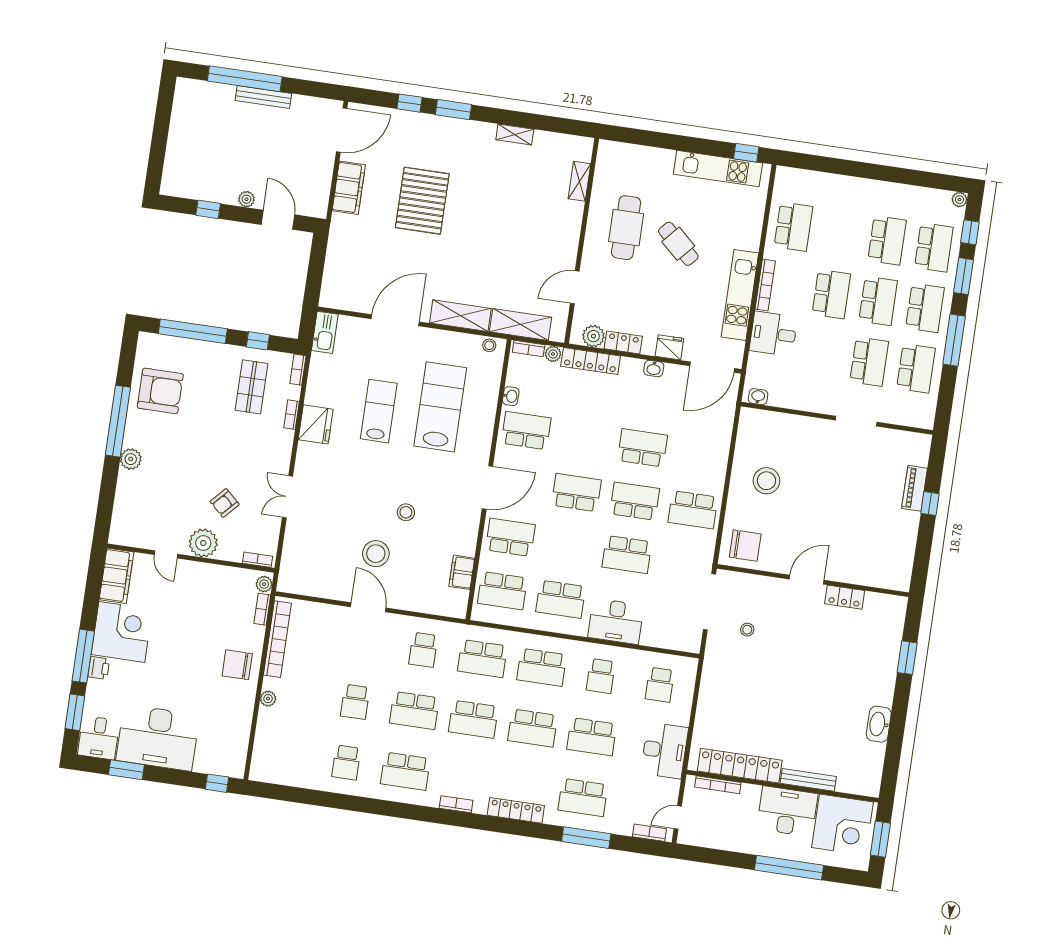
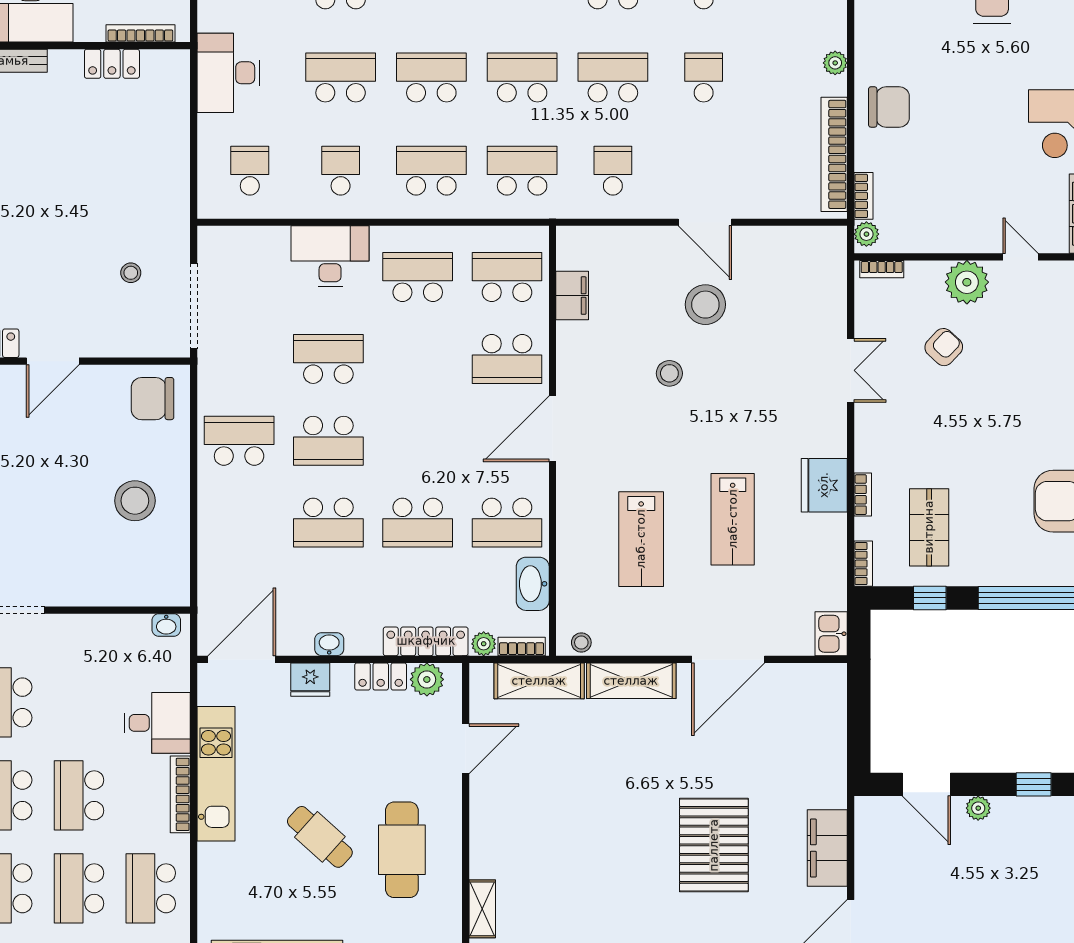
school desk: (840, 234) -> (79, 888), added
kitchen sink: (325, 332) -> (831, 634), width x0.73
washbasin: (511, 396) -> (533, 584), width x1.91, depth x1.45
lab bench: (440, 407) -> (641, 539), width x0.73, depth x0.72
school desk: (576, 493) -> (418, 523), moved
locker: (740, 766) -> (112, 64), width x0.46, depth x0.83

